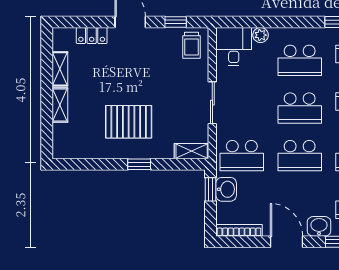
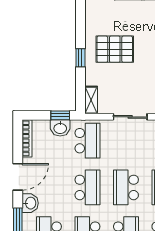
pallet: (129, 122) -> (115, 49), turned 90
school desk: (242, 156) -> (87, 141), turned 180
school desk: (300, 156) -> (87, 187), turned 180

